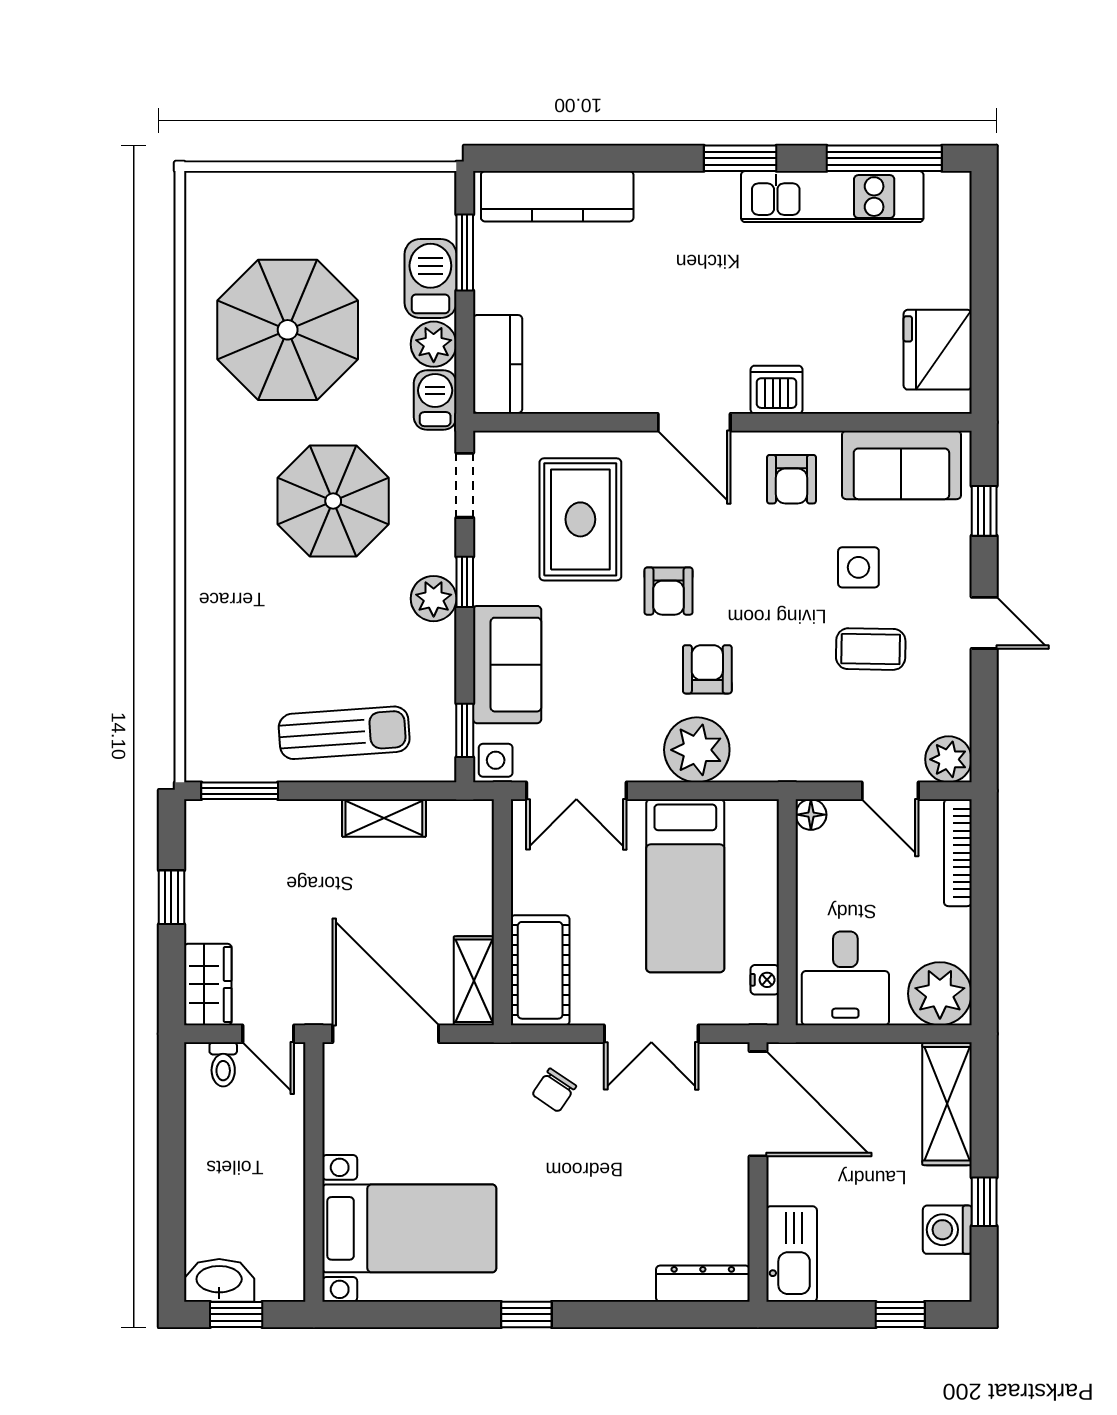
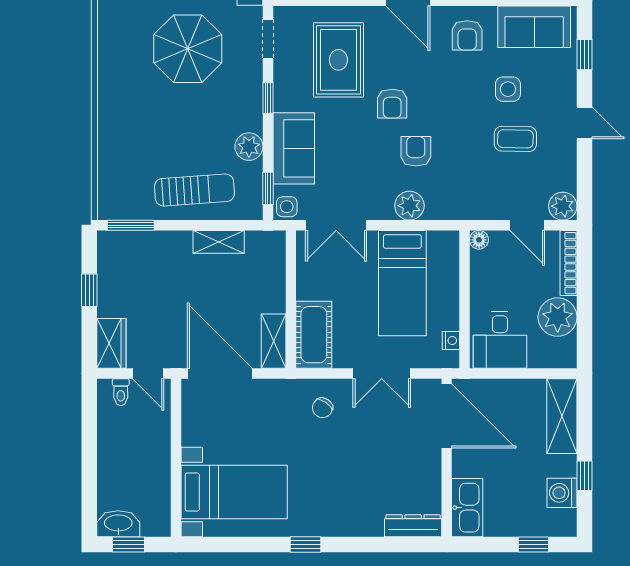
plant: (434, 599) -> (249, 147), moved
plant: (697, 750) -> (409, 206), width x0.73, depth x0.73
plant: (940, 994) -> (558, 317), moved

